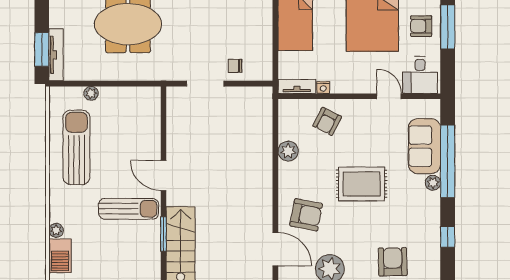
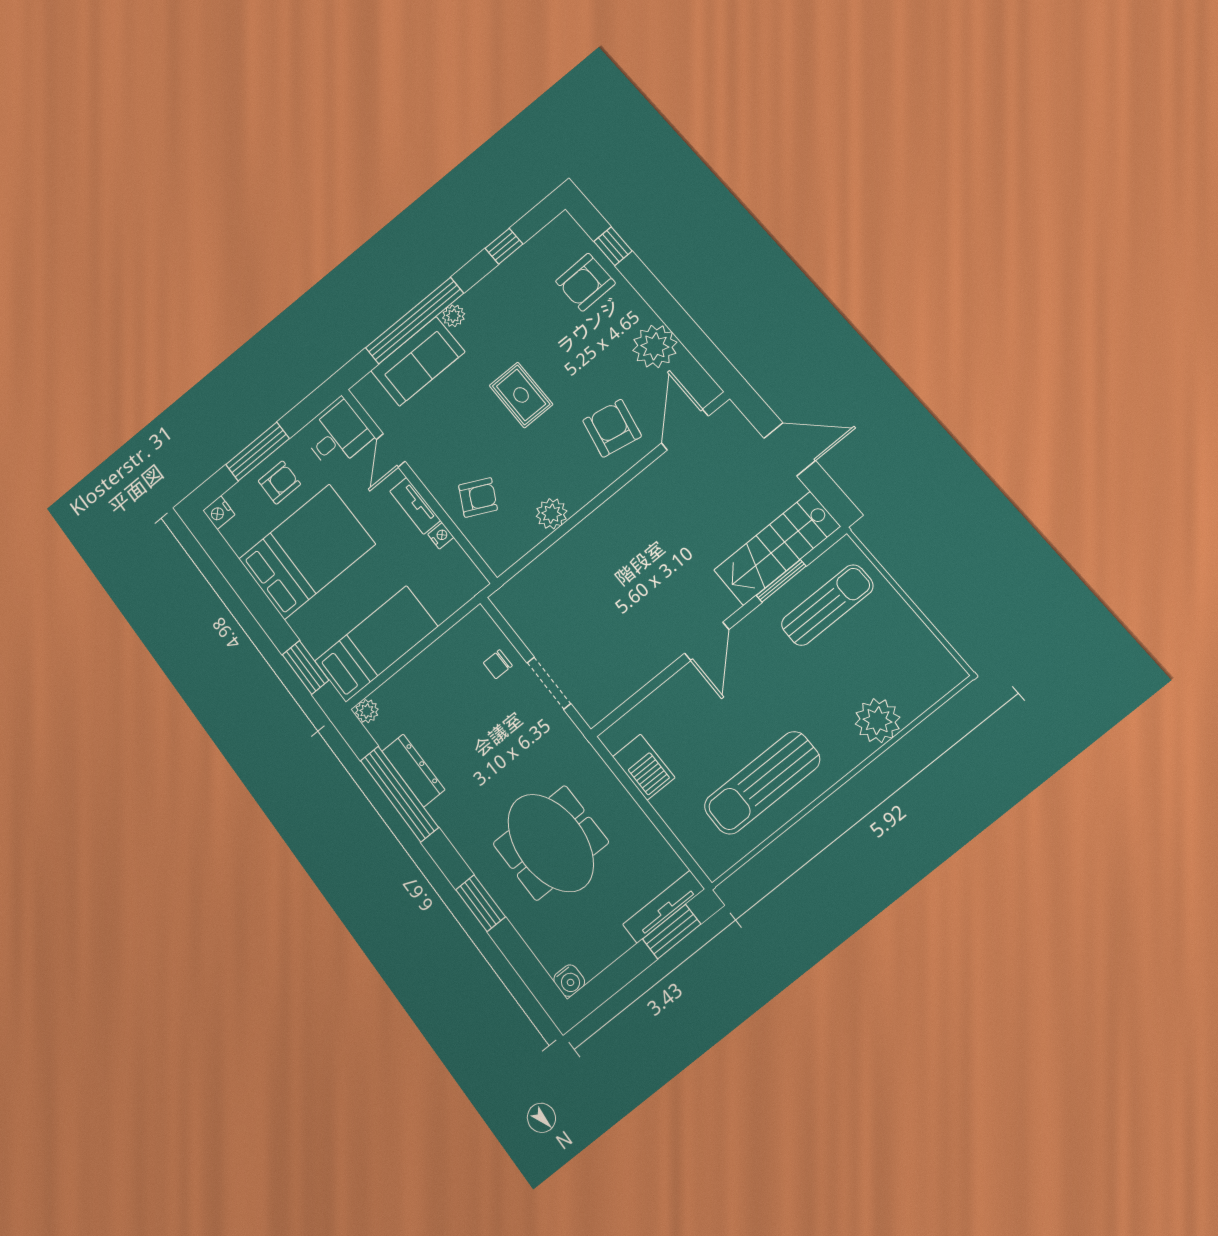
armchair: (421, 26) -> (279, 483), turned -90
chair: (235, 66) -> (498, 664), turned 90
tv unit: (297, 86) -> (415, 506), moved
plant: (91, 93) -> (677, 820), removed
rug: (362, 184) -> (521, 395), width x0.73, depth x0.70
sun lounger: (129, 209) -> (827, 605), moved, turned 90
plant: (56, 230) -> (878, 721), width x1.88, depth x1.88
barbecue: (60, 256) -> (644, 767), moved, turned 90

